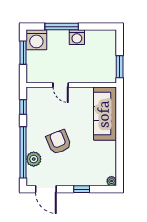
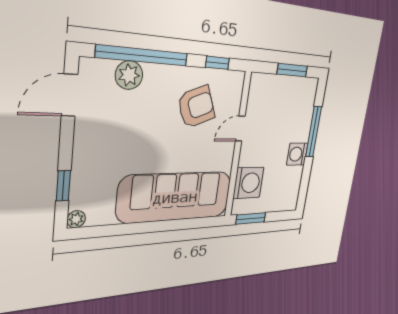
washing machine: (36, 40) -> (248, 183), moved, turned 180
sofa: (105, 114) -> (176, 197), width x1.36, depth x1.27
armchair: (59, 142) -> (196, 107), moved
window: (82, 189) -> (63, 186), moved

